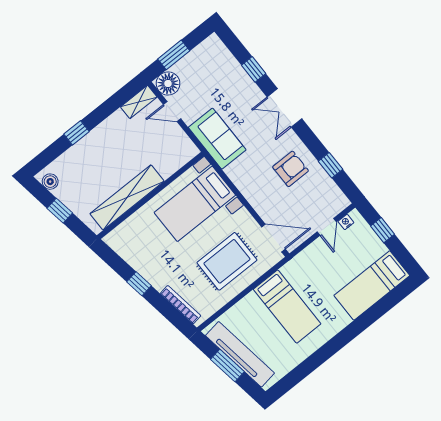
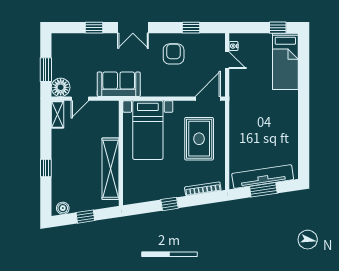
window: (382, 230) -> (278, 28), moved
bed: (287, 307) -> (257, 124), removed

